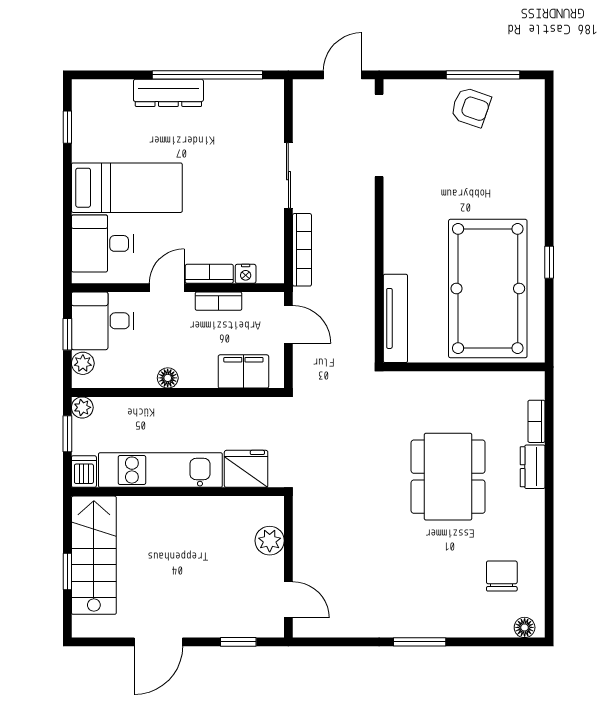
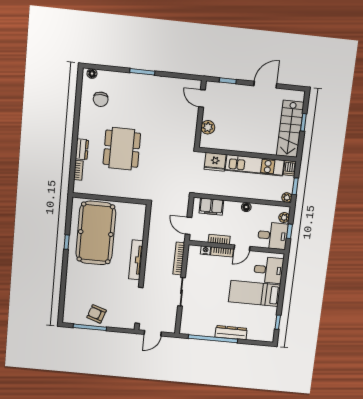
tv unit: (395, 318) -> (136, 260), moved

